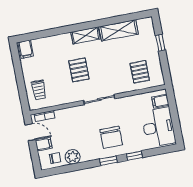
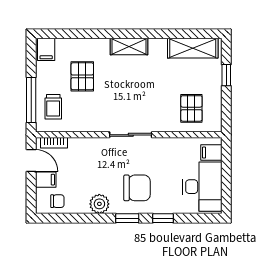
shelving: (119, 30) -> (193, 48), moved
pallet: (79, 70) -> (82, 76), moved
window: (22, 88) -> (31, 100), added
chair: (111, 137) -> (137, 188), turned -90
plant: (73, 157) -> (99, 204), moved

